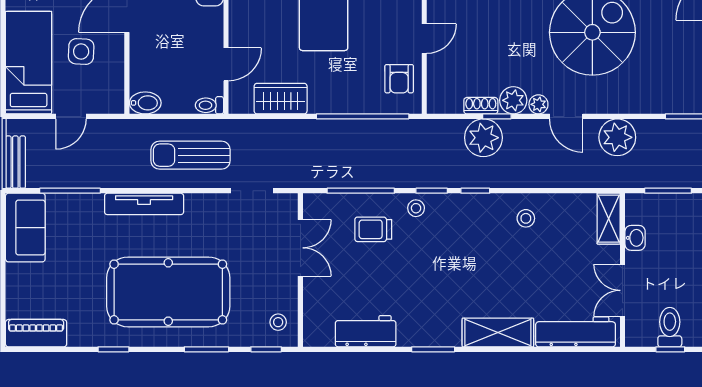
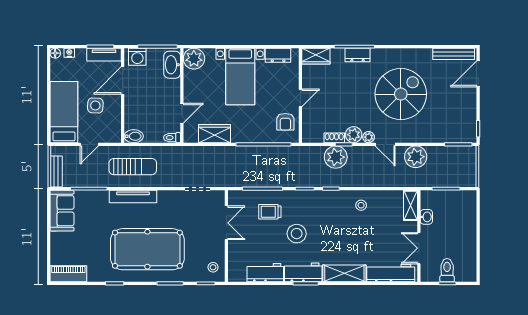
sun lounger: (191, 155) -> (133, 167), moved, turned 180
stool: (416, 208) -> (297, 234), moved, width x1.89, depth x1.89
workbench: (429, 331) -> (303, 272), added

